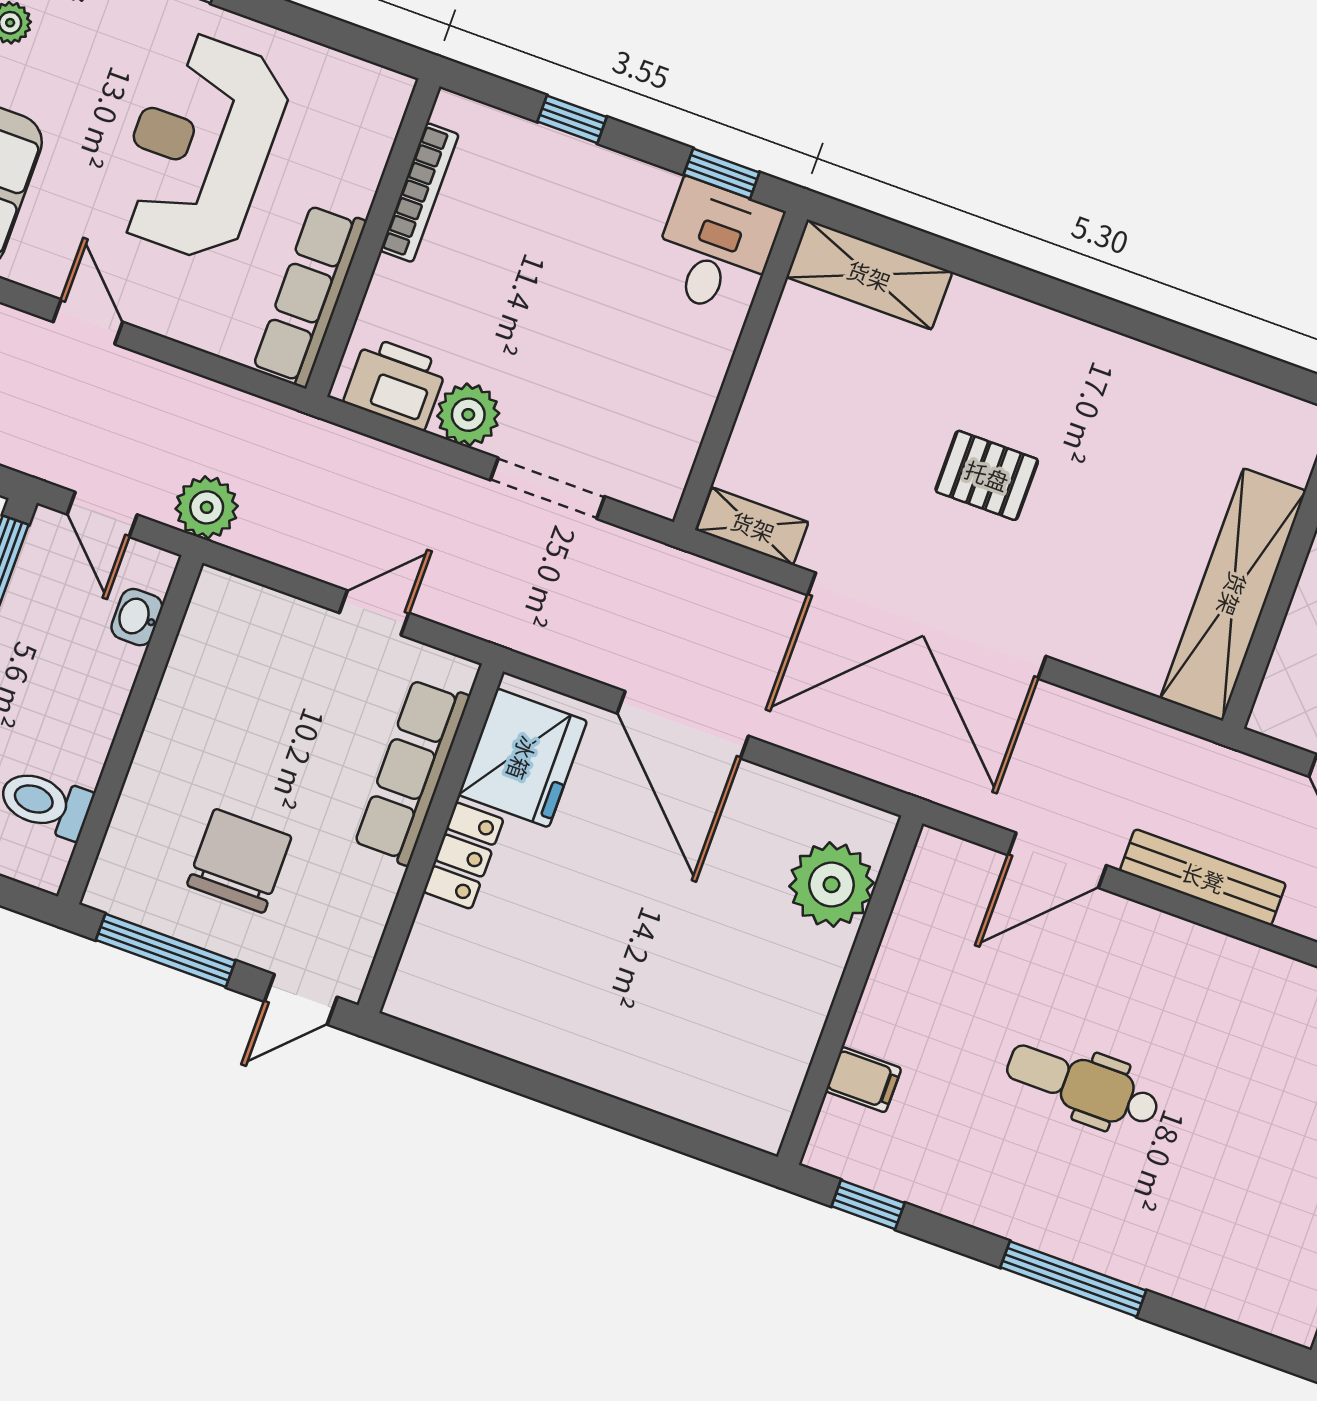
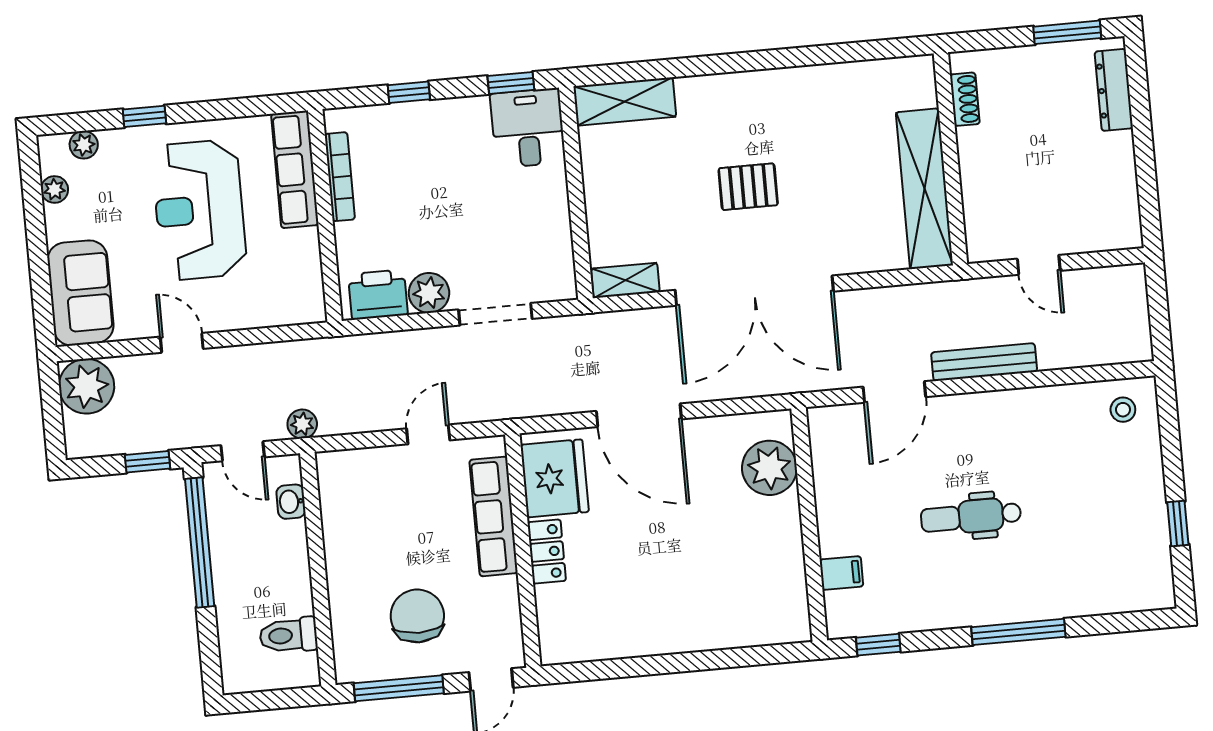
row of seats: (309, 295) -> (295, 169), moved
plant: (207, 507) -> (302, 424), width x0.73, depth x0.73

